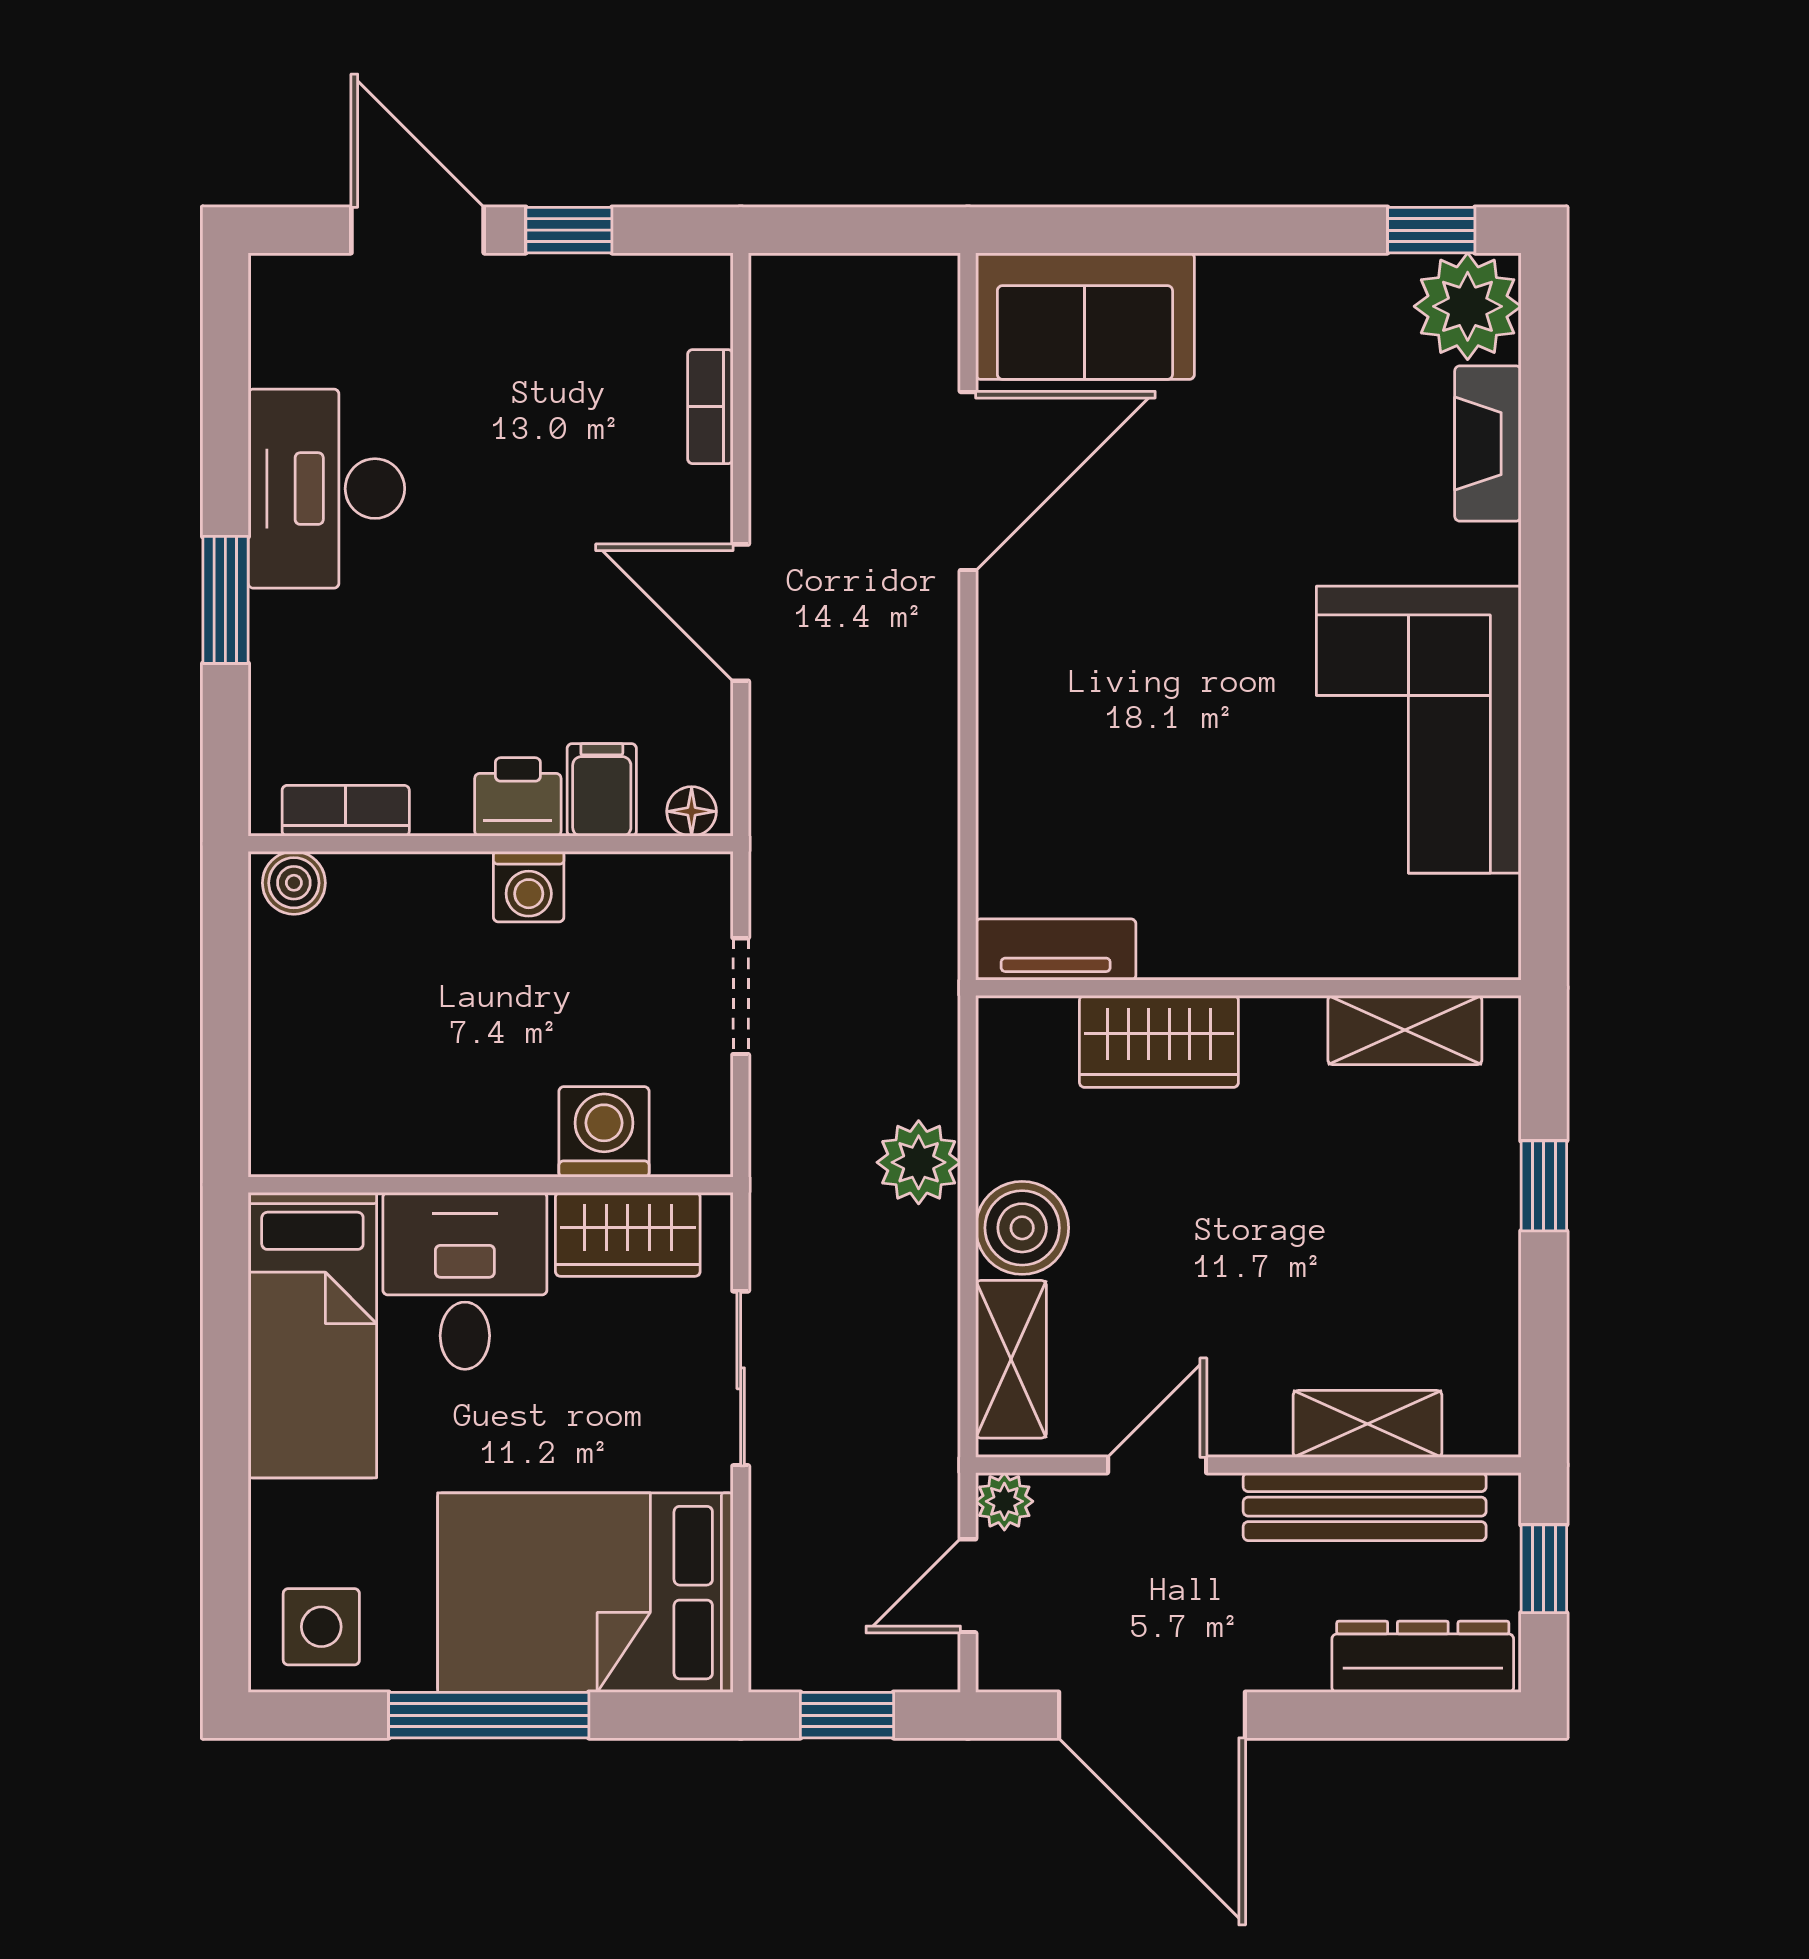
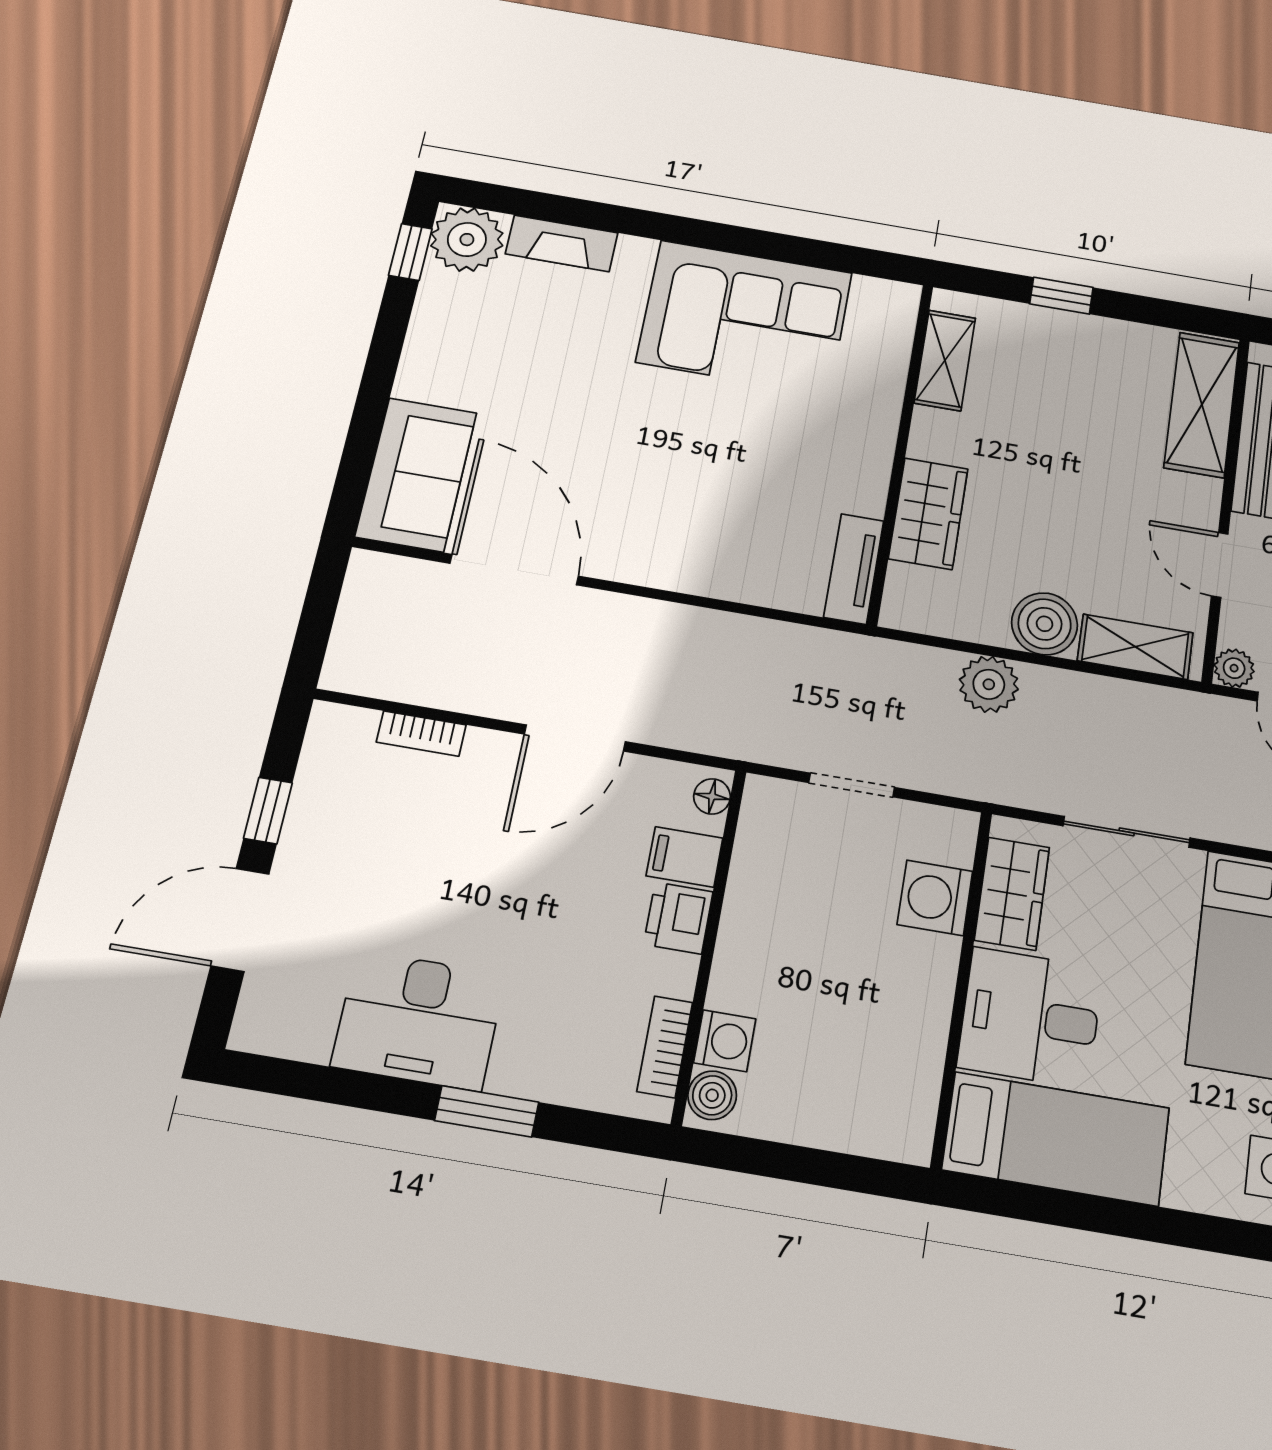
washing machine: (529, 887) -> (725, 1041), moved
shelving: (1368, 1424) -> (1202, 405), width x1.50, depth x1.33

